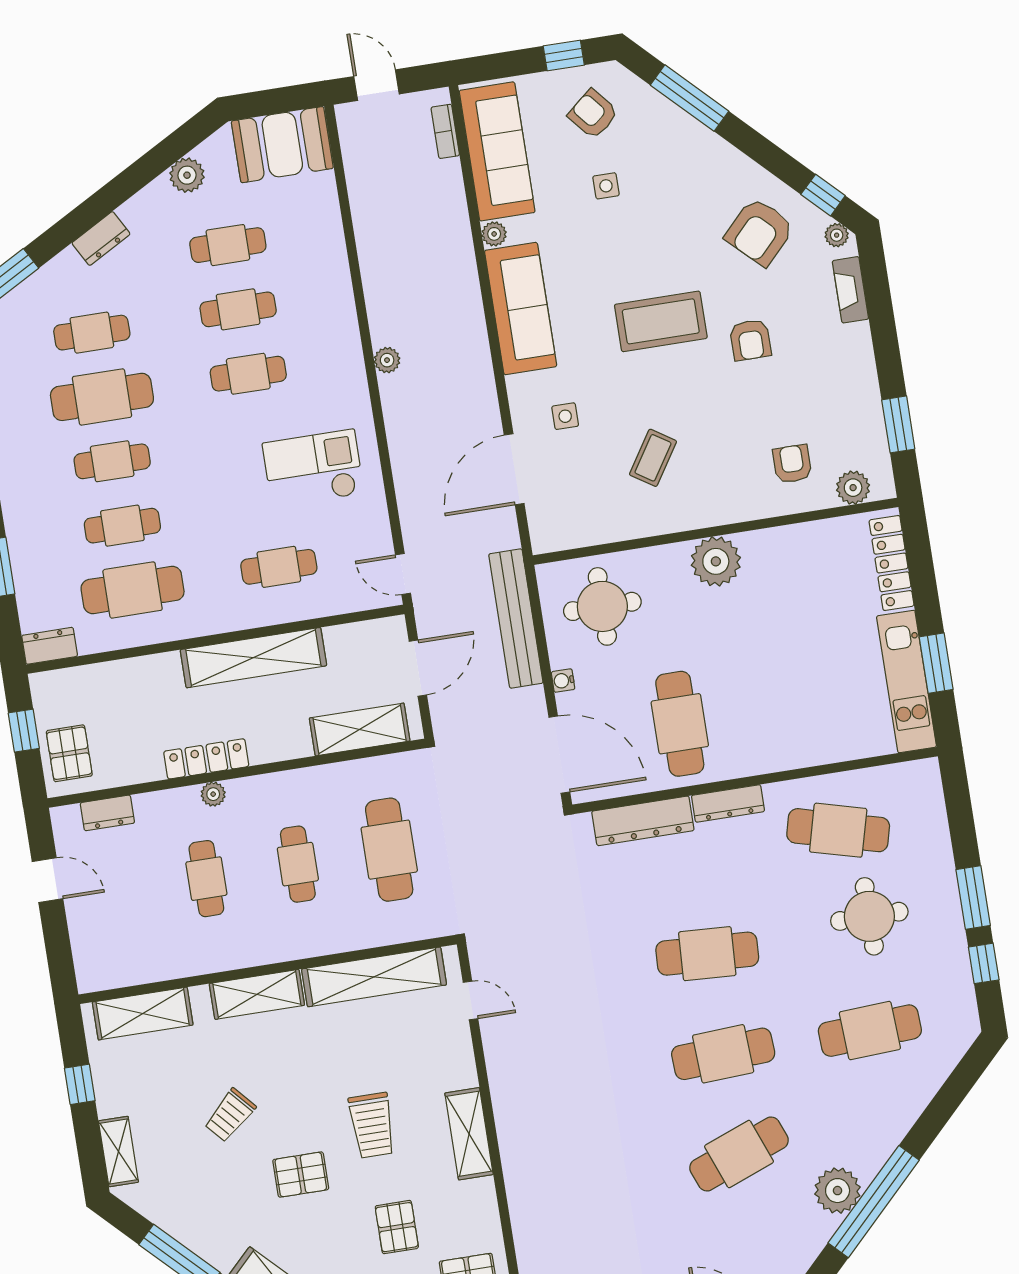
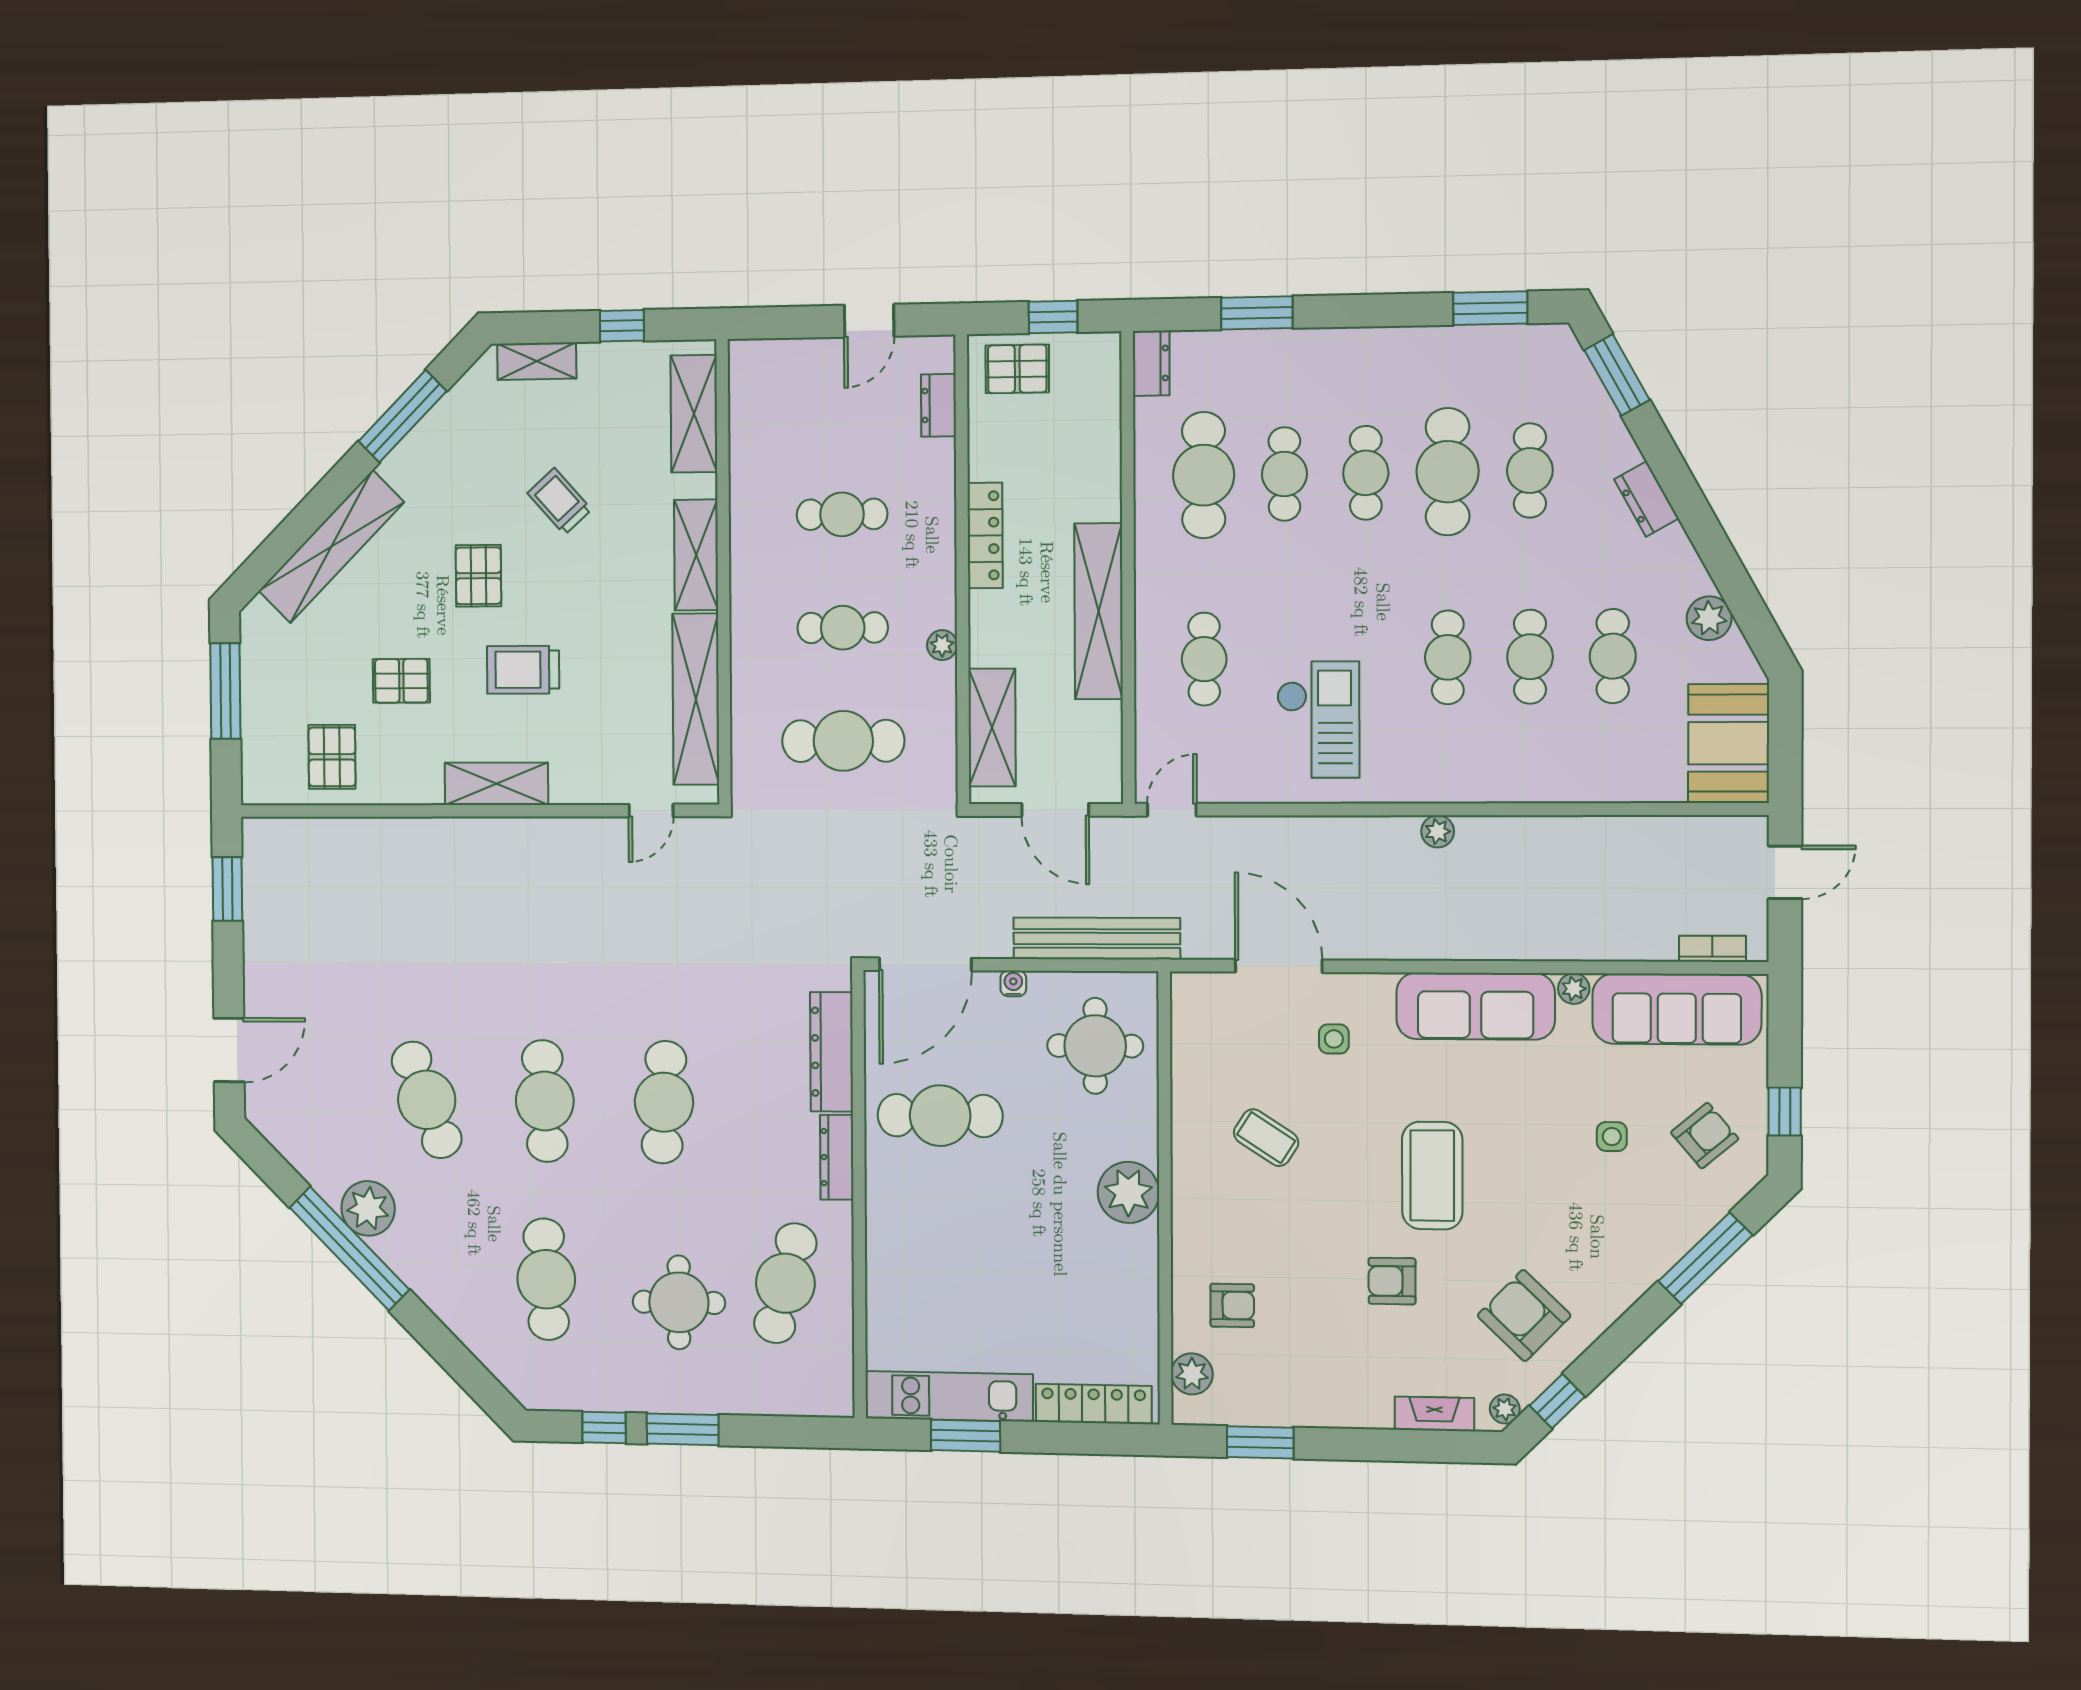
plant: (213, 794) -> (942, 645), moved

